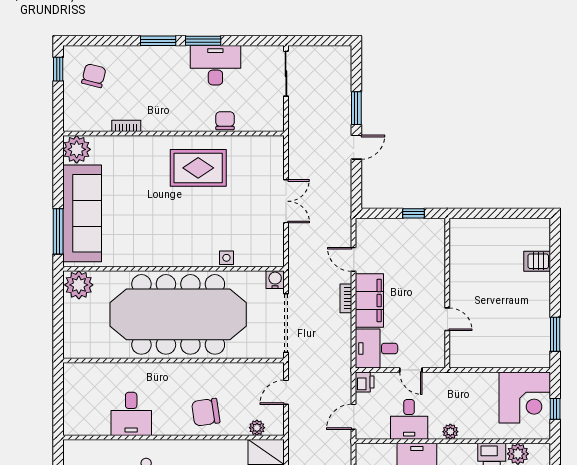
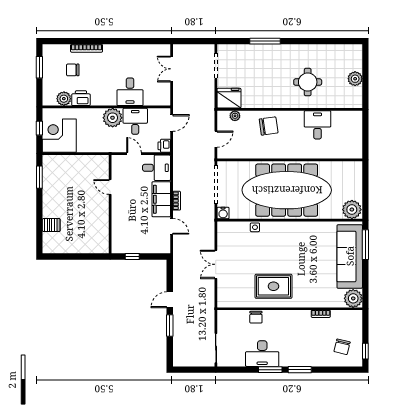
plant: (450, 432) -> (113, 118), width x1.88, depth x1.88

